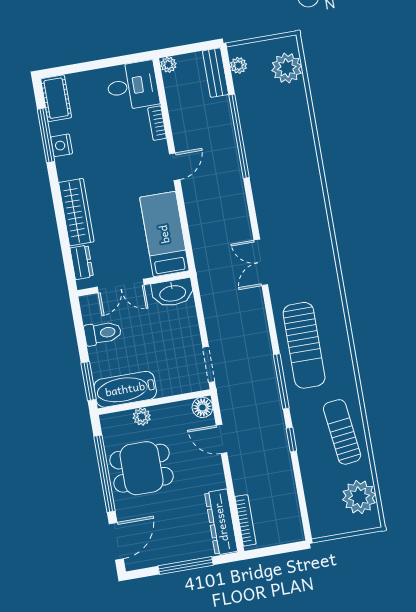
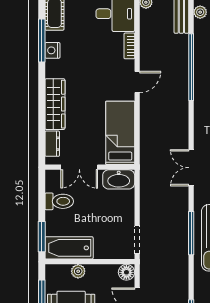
window: (281, 381) -> (191, 233), moved

